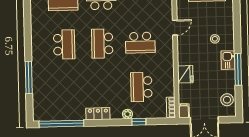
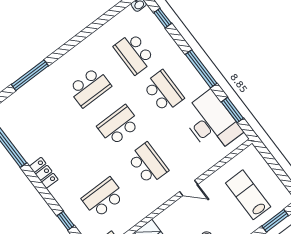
school desk: (140, 43) -> (148, 164), turned 180
plant: (127, 114) -> (65, 203), removed

